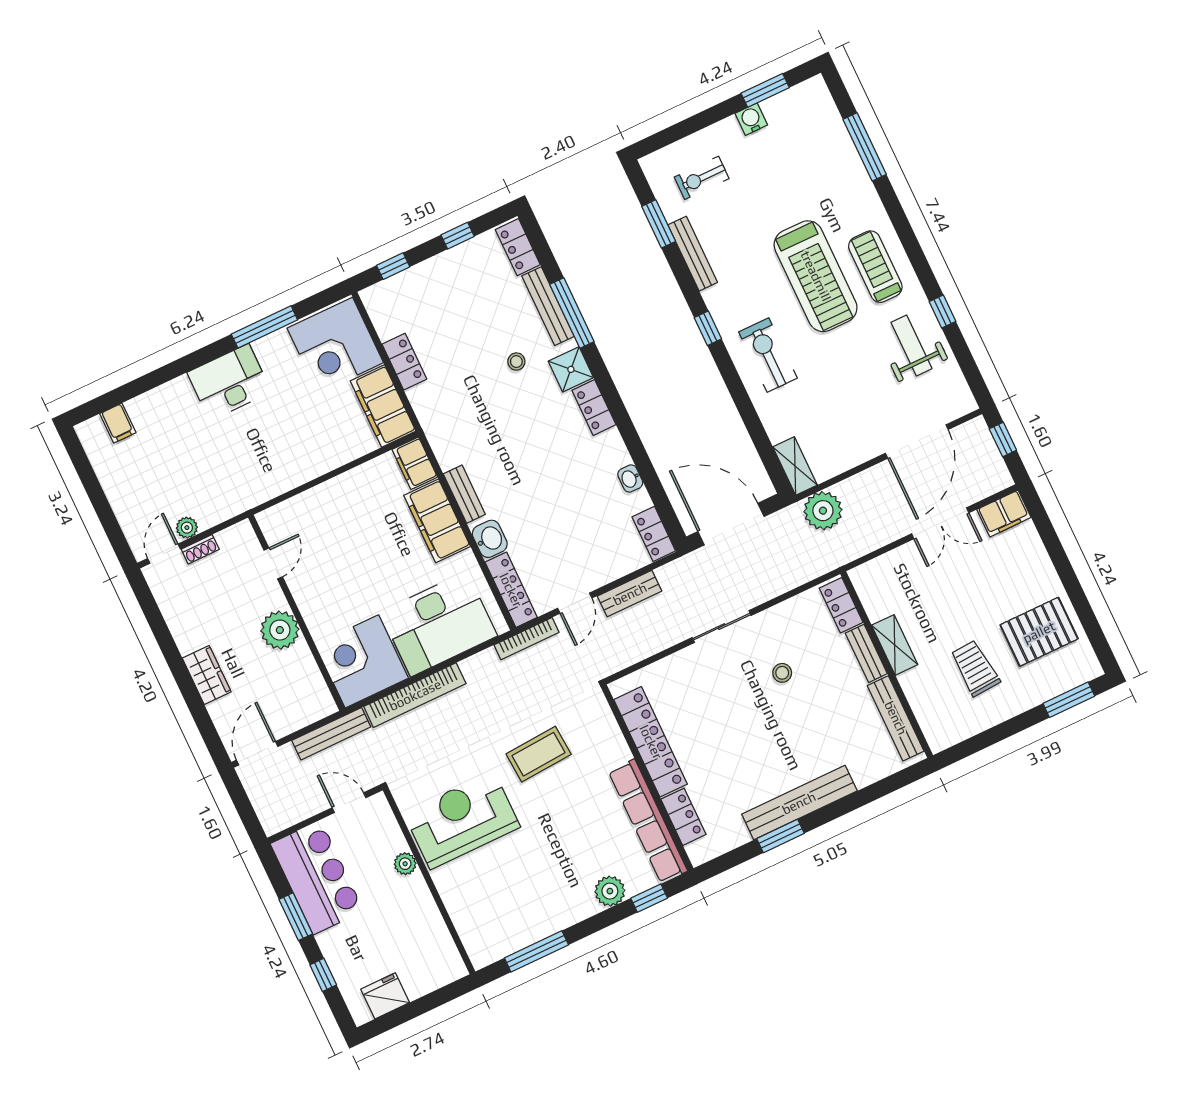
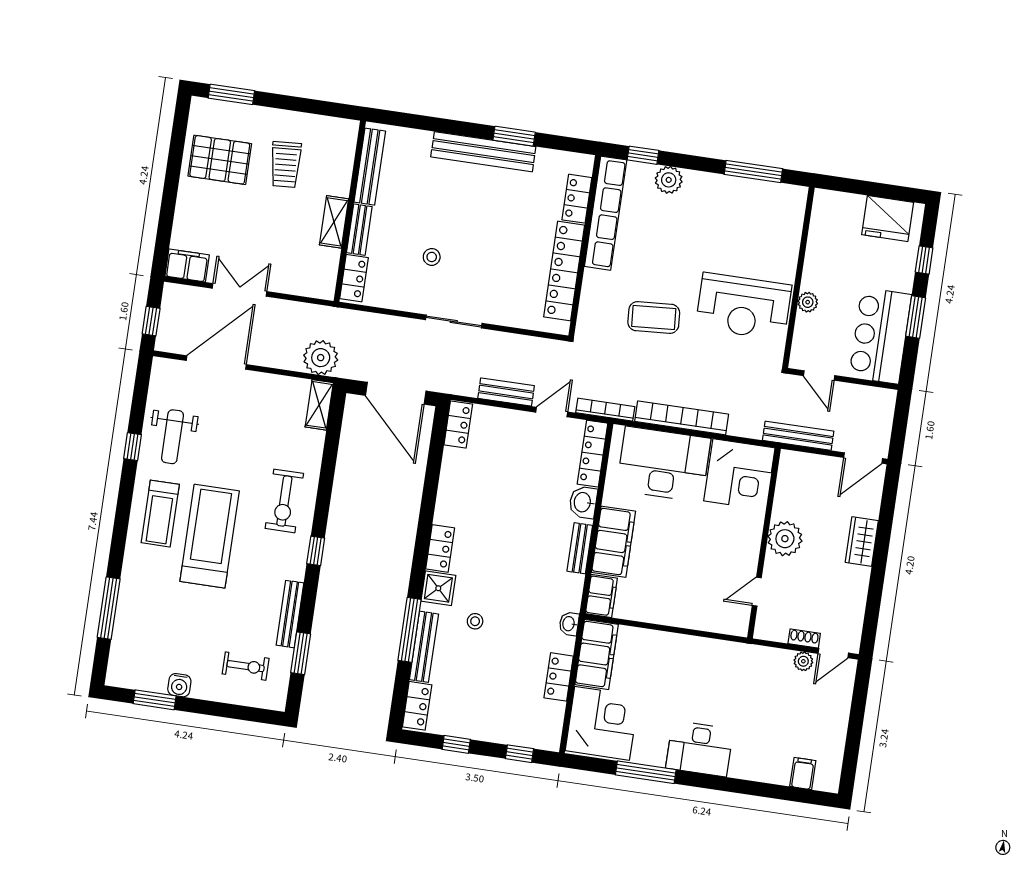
washbasin: (630, 478) -> (569, 624), moved, turned 180
bookcase: (415, 695) -> (682, 418), moved
fridge: (385, 996) -> (888, 218), width x1.36, depth x1.34

